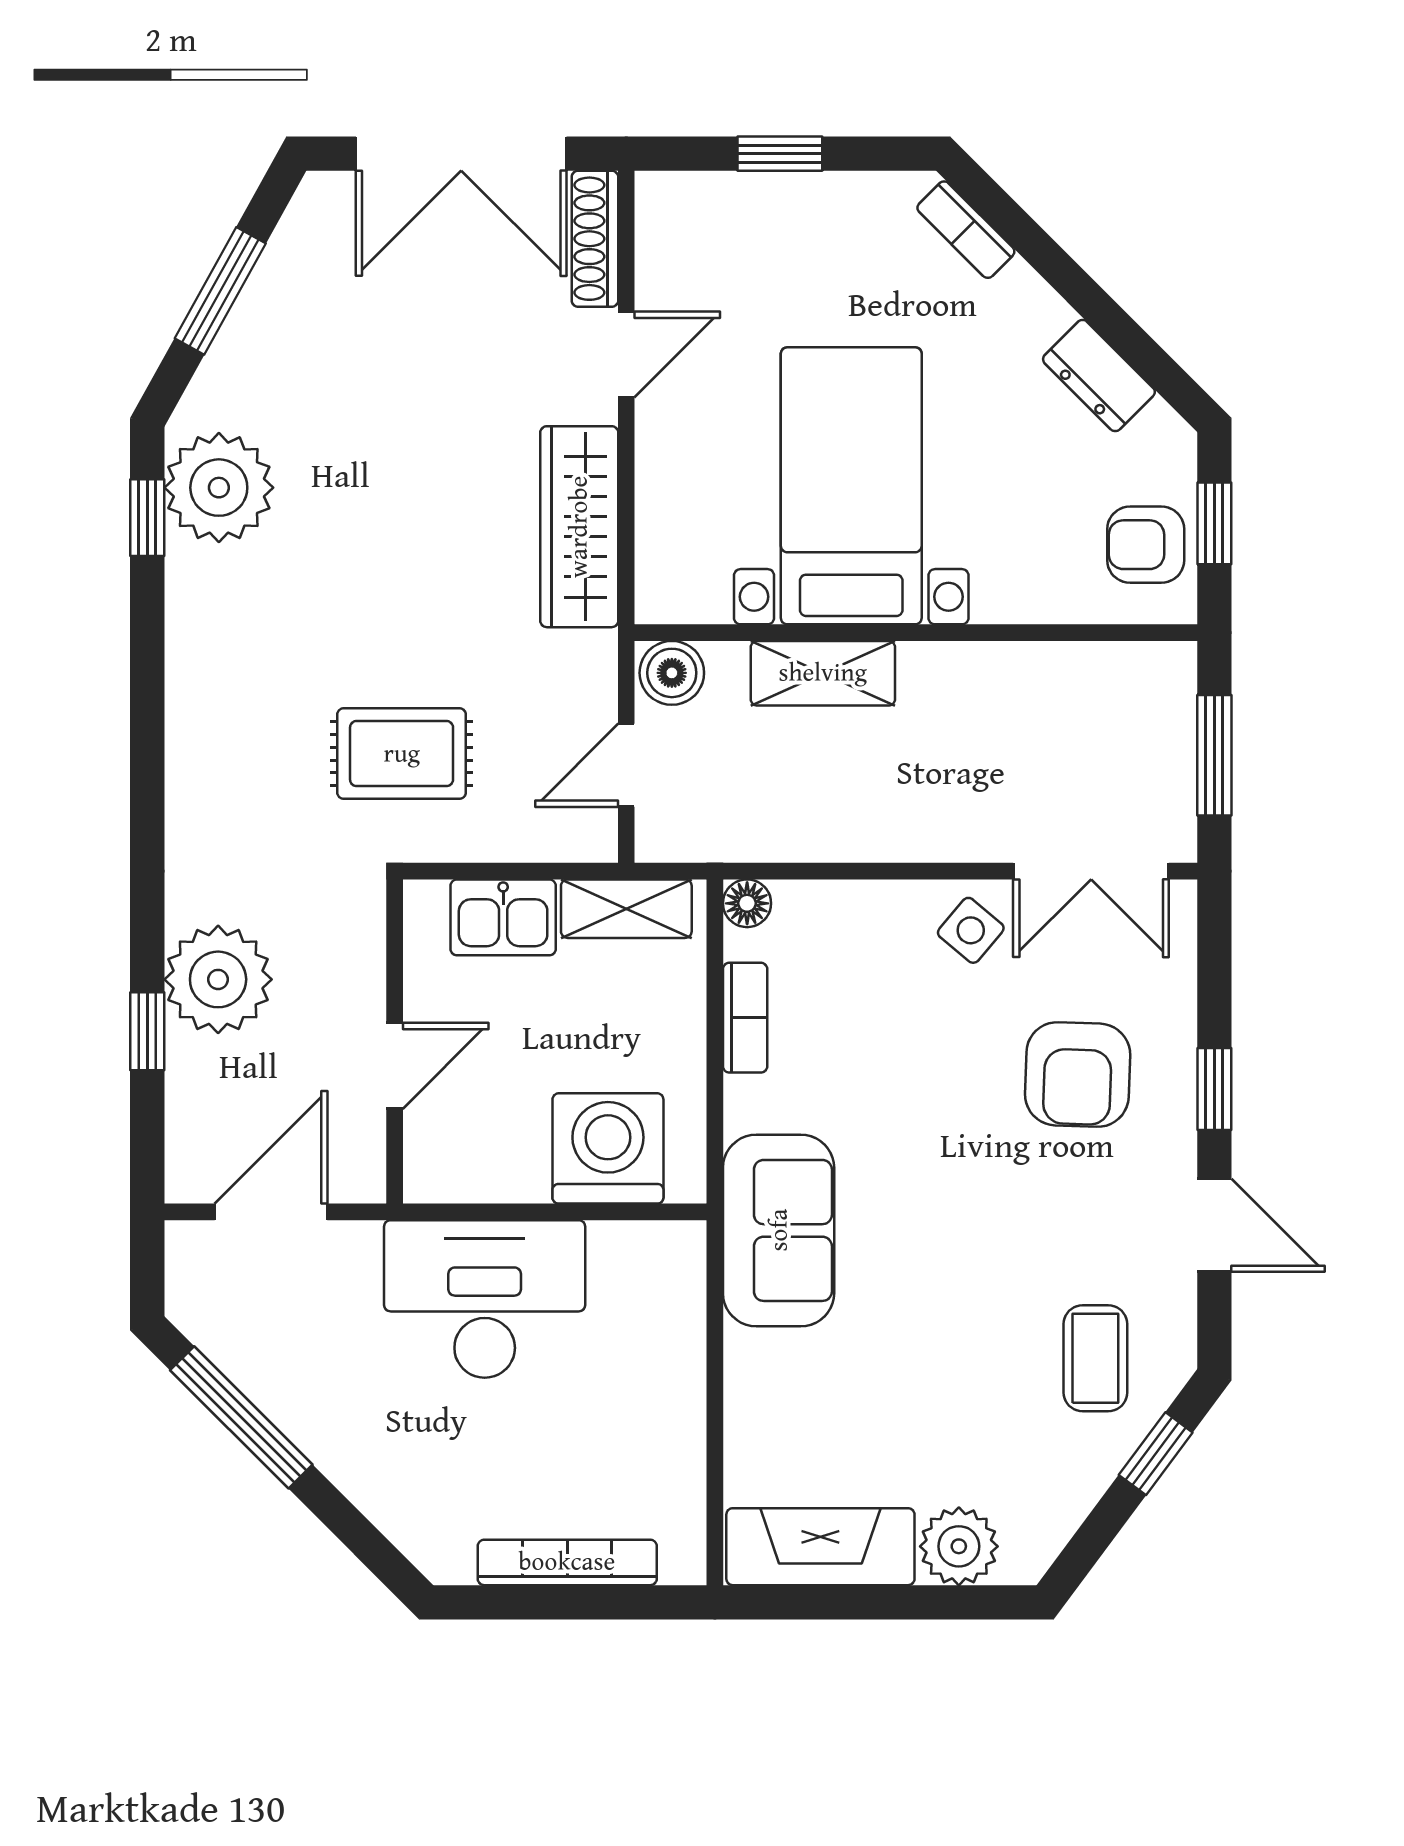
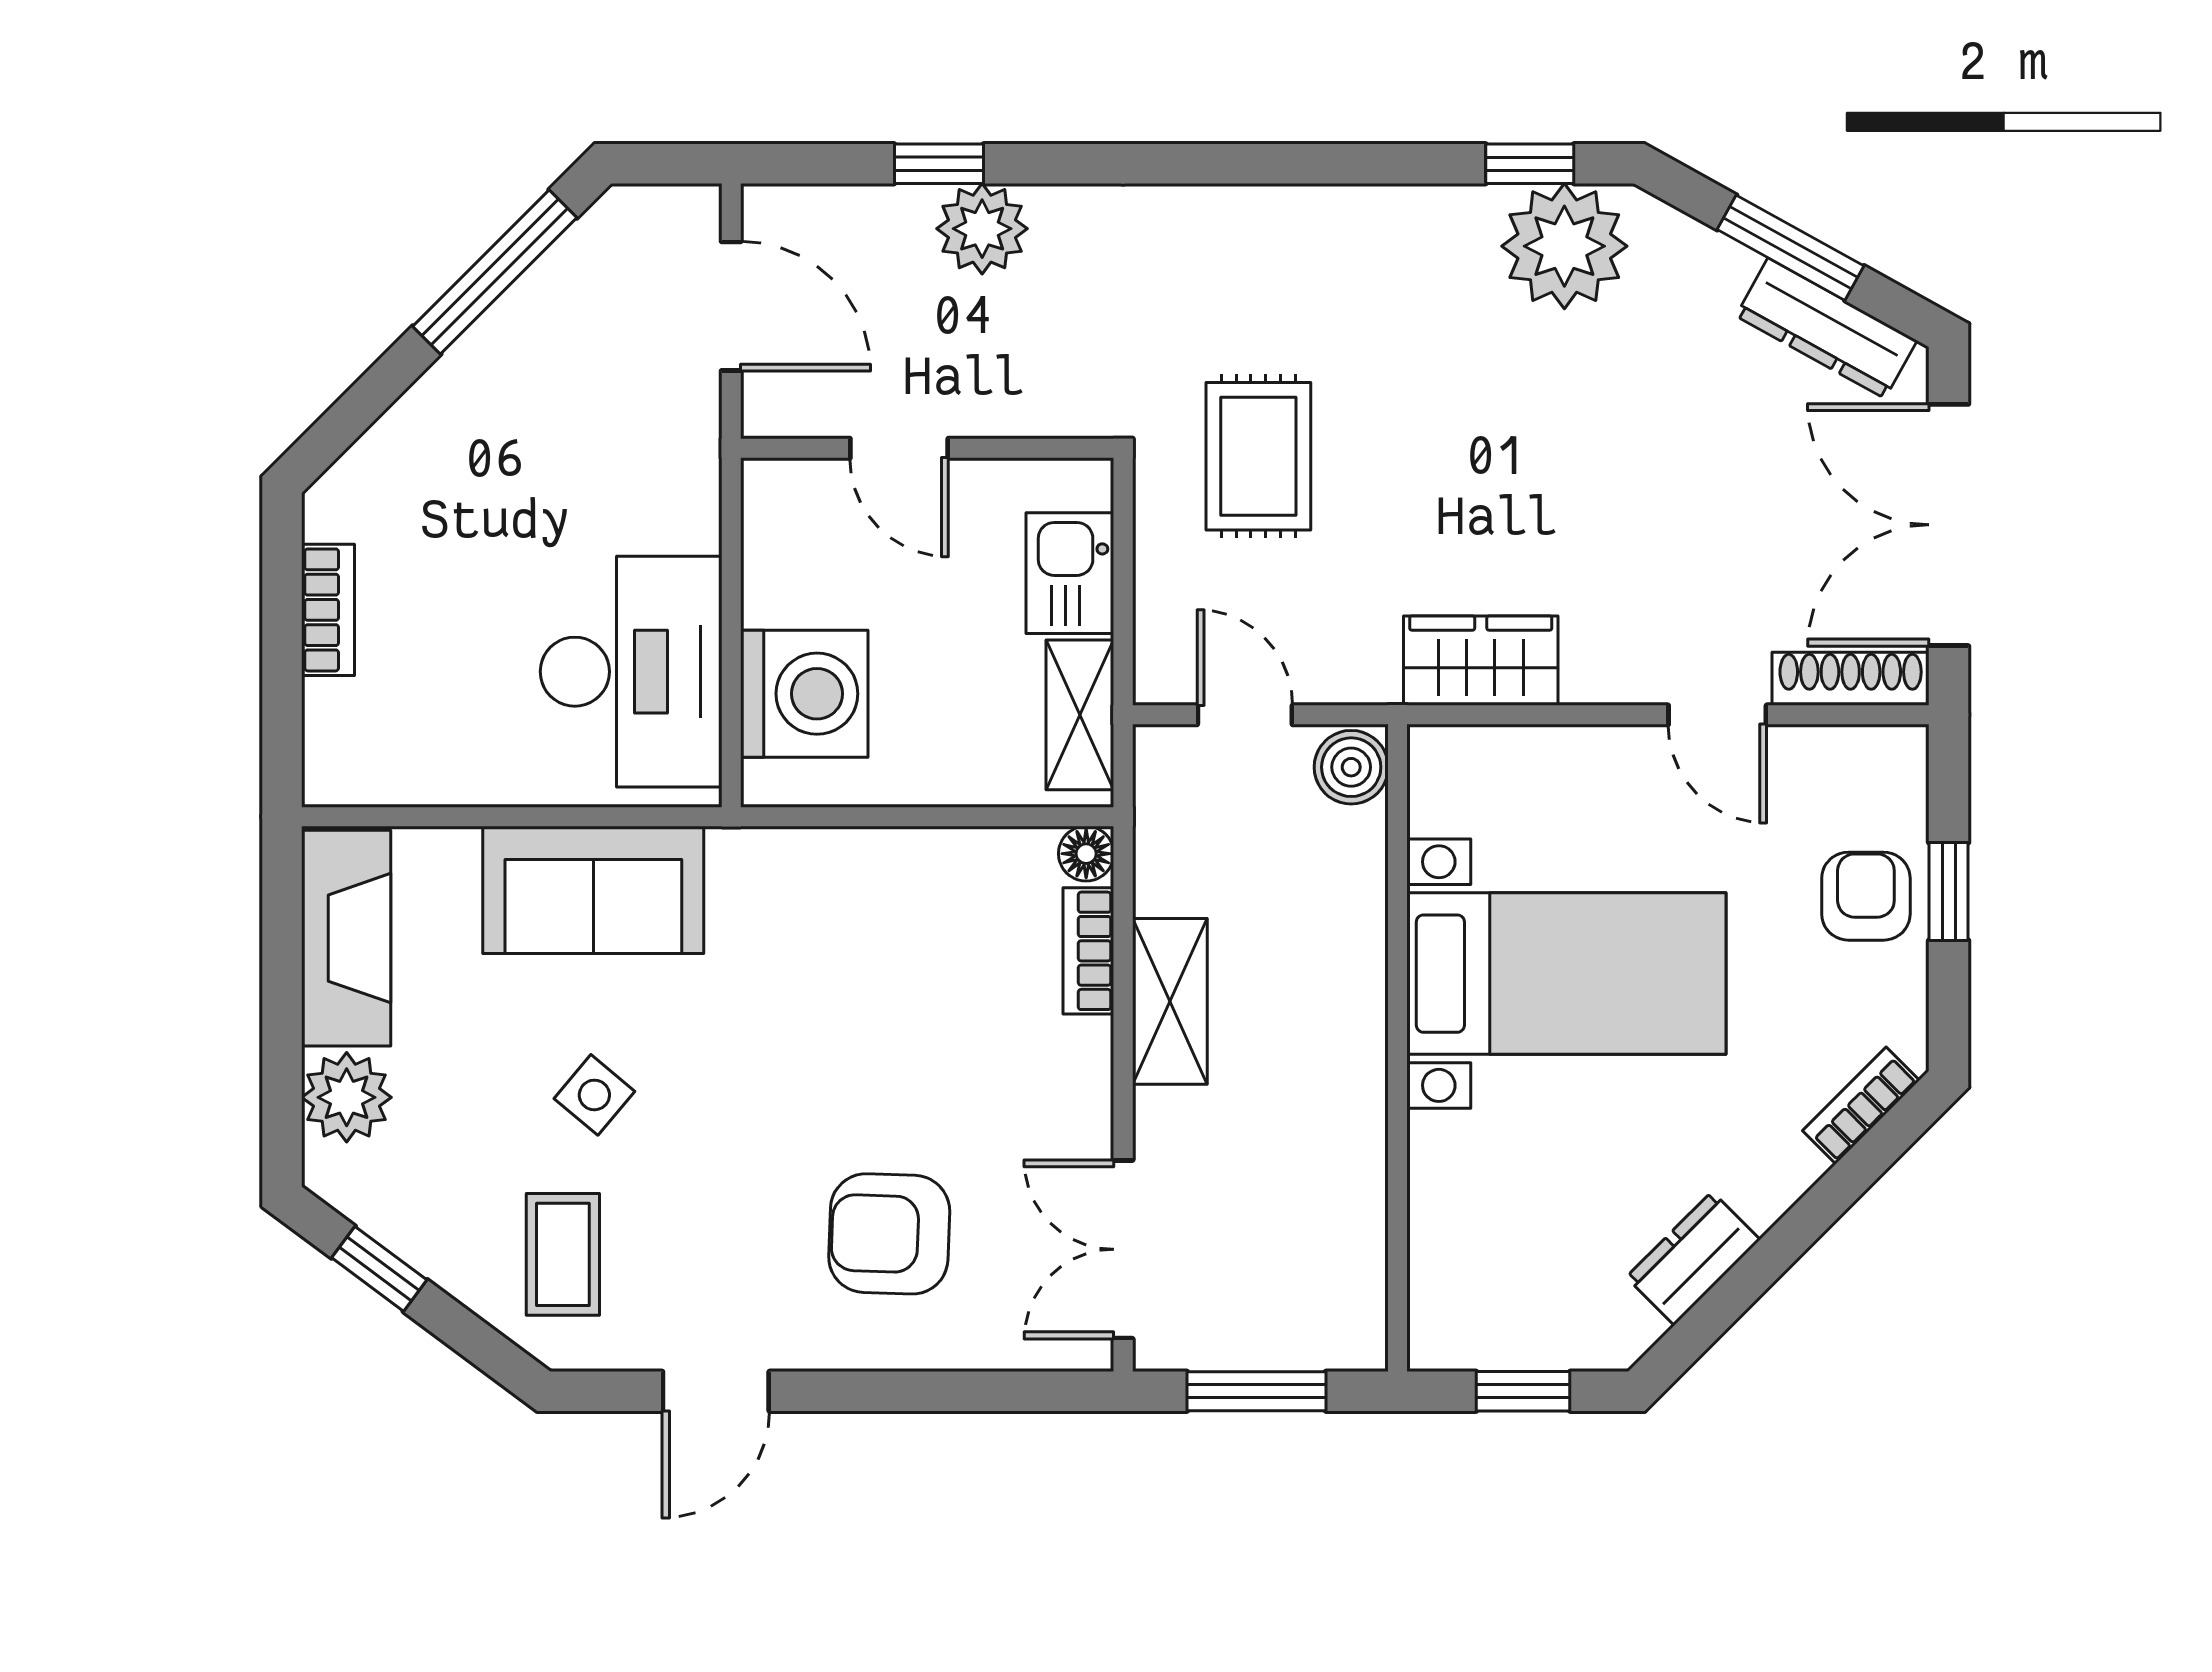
dresser: (290, 260) -> (1826, 328), added
wardrobe: (579, 527) -> (1481, 661), width x0.67
armchair: (1146, 545) -> (1866, 896), moved
shelving: (823, 673) -> (1170, 1001), moved
side table: (971, 930) -> (594, 1095), moved
plant: (218, 979) -> (982, 229), width x0.73, depth x0.73
bookcase: (745, 1018) -> (1088, 951), moved, turned 90
window: (1214, 1089) -> (873, 1391), removed
sofa: (779, 1230) -> (593, 890), moved
desk: (485, 1299) -> (631, 672), moved
coffee table: (1095, 1358) -> (563, 1254), turned 90
window: (1156, 1454) -> (379, 1269), moved
bookcase: (567, 1562) -> (328, 610), width x0.64

